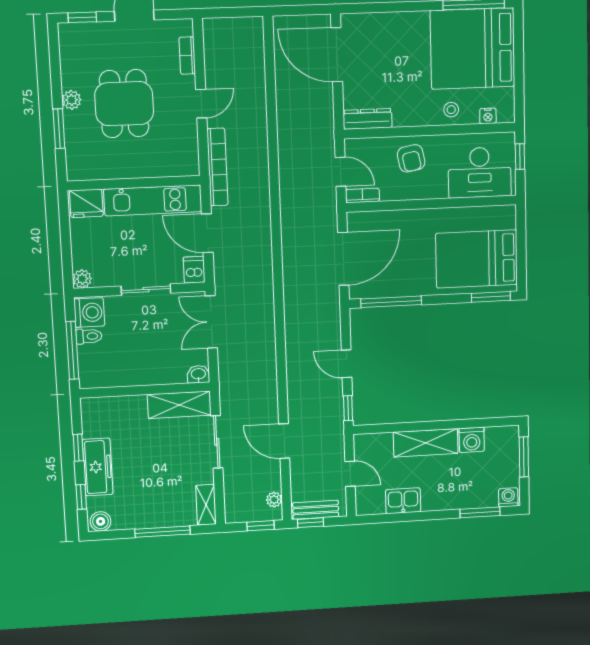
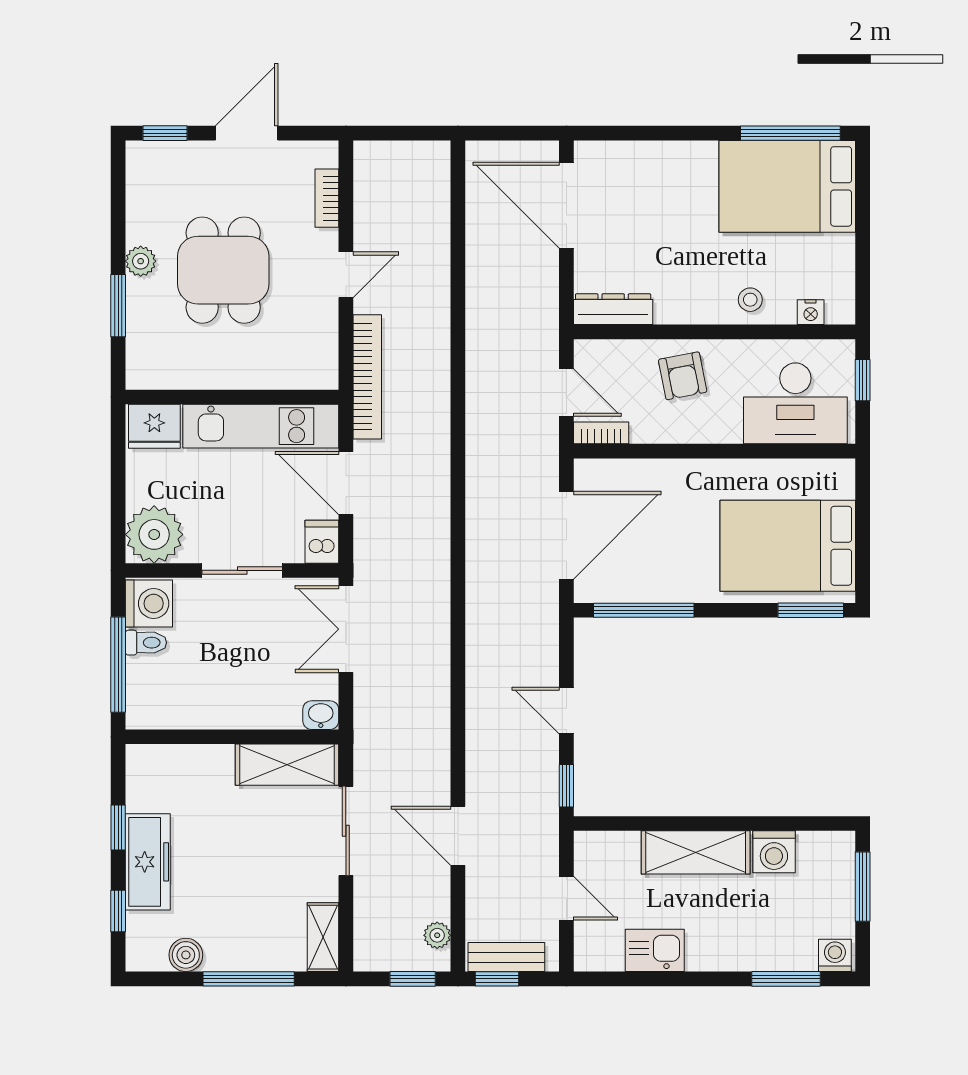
bed: (473, 49) -> (787, 186), width x0.73
plant: (82, 279) -> (154, 534), width x1.88, depth x1.88
boiler: (101, 521) -> (186, 955), moved

